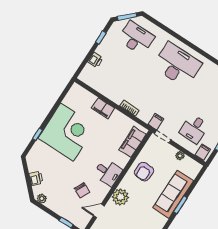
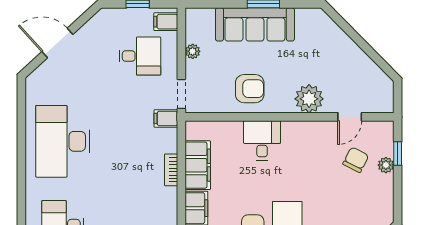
filing cabinet: (132, 142) -> (198, 165), moved, turned -90
desk: (108, 172) -> (262, 140), moved
chair: (82, 190) -> (356, 160), moved
plant: (42, 199) -> (386, 165), moved
door: (99, 211) -> (350, 117), hinge flipped

